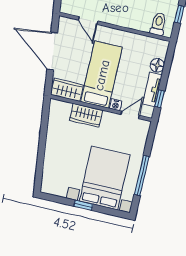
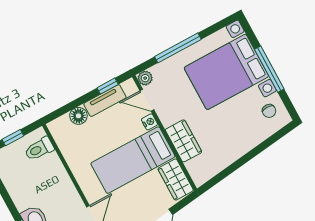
plant: (144, 126) -> (145, 78), added
window: (142, 175) -> (178, 48), moved
chair: (58, 183) -> (269, 111), added
window: (83, 205) -> (269, 69), width x2.17

